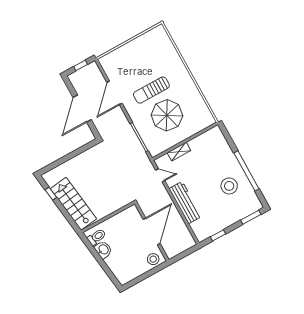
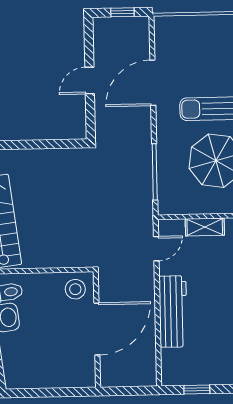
door: (82, 108) -> (90, 81), width x0.53
door: (160, 175) -> (156, 249), hinge flipped
stool: (153, 259) -> (75, 289), moved

